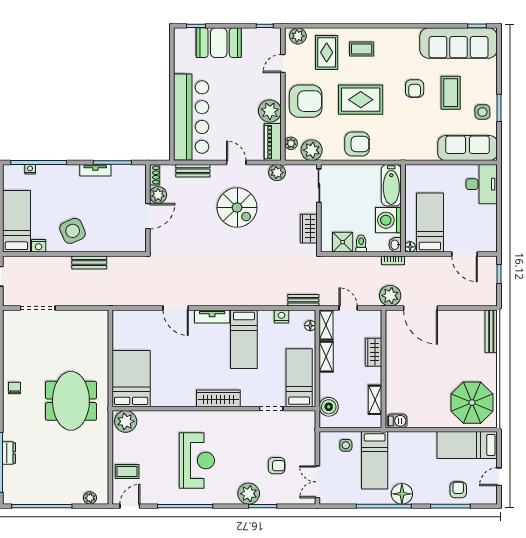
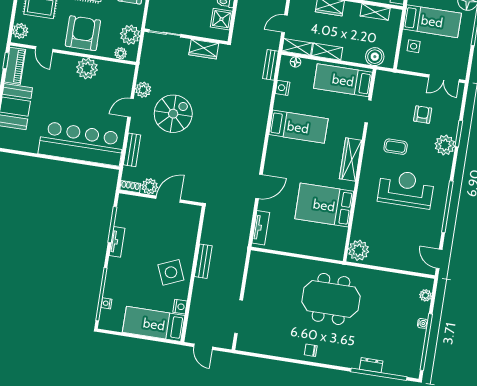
piano: (273, 142) -> (15, 66), moved, turned -90
plant: (277, 173) -> (143, 90), moved
door: (148, 216) -> (168, 199), hinge flipped
tv unit: (212, 316) -> (261, 228), moved
bed: (131, 379) -> (324, 205), moved
coffee table: (127, 472) -> (396, 147), moved, turned 90
water cooler: (60, 499) -> (423, 323), added

